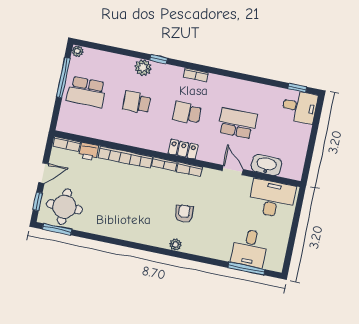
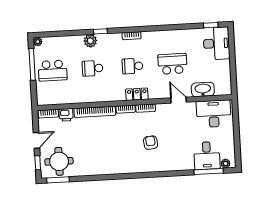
desk: (300, 107) -> (216, 43), width x1.37
plant: (176, 245) -> (226, 163), moved

